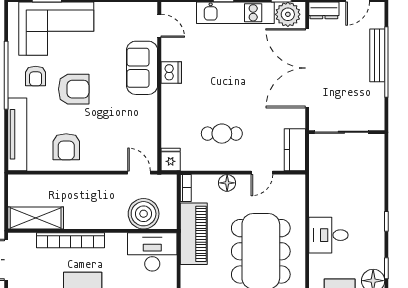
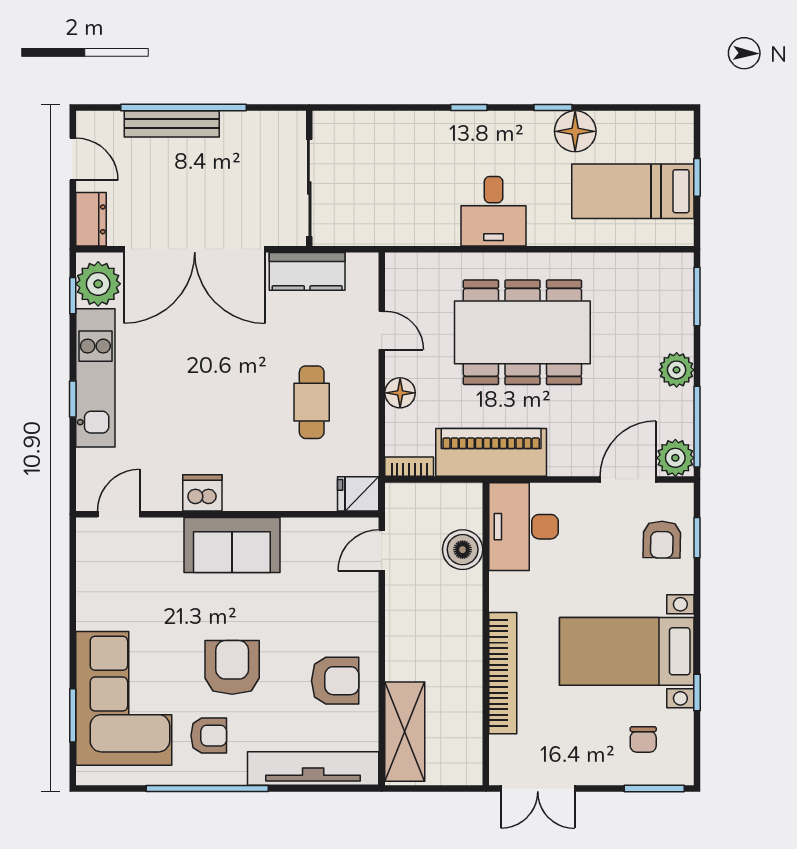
sofa: (142, 68) -> (232, 545), moved
kitchen counter: (295, 150) -> (307, 271), moved
boiler: (144, 214) -> (463, 550), width x0.73, depth x0.73
shelving: (36, 218) -> (405, 732), moved

